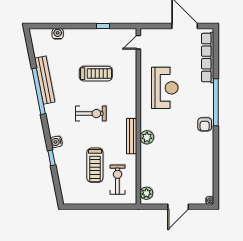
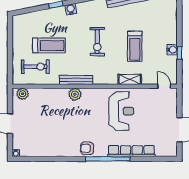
water cooler: (58, 34) -> (172, 50), moved
row of seats: (208, 57) -> (131, 151), moved
shelving: (131, 79) -> (130, 79), added
reception desk: (165, 88) -> (121, 111), turned -90
treadmill: (95, 165) -> (49, 46), turned 180

